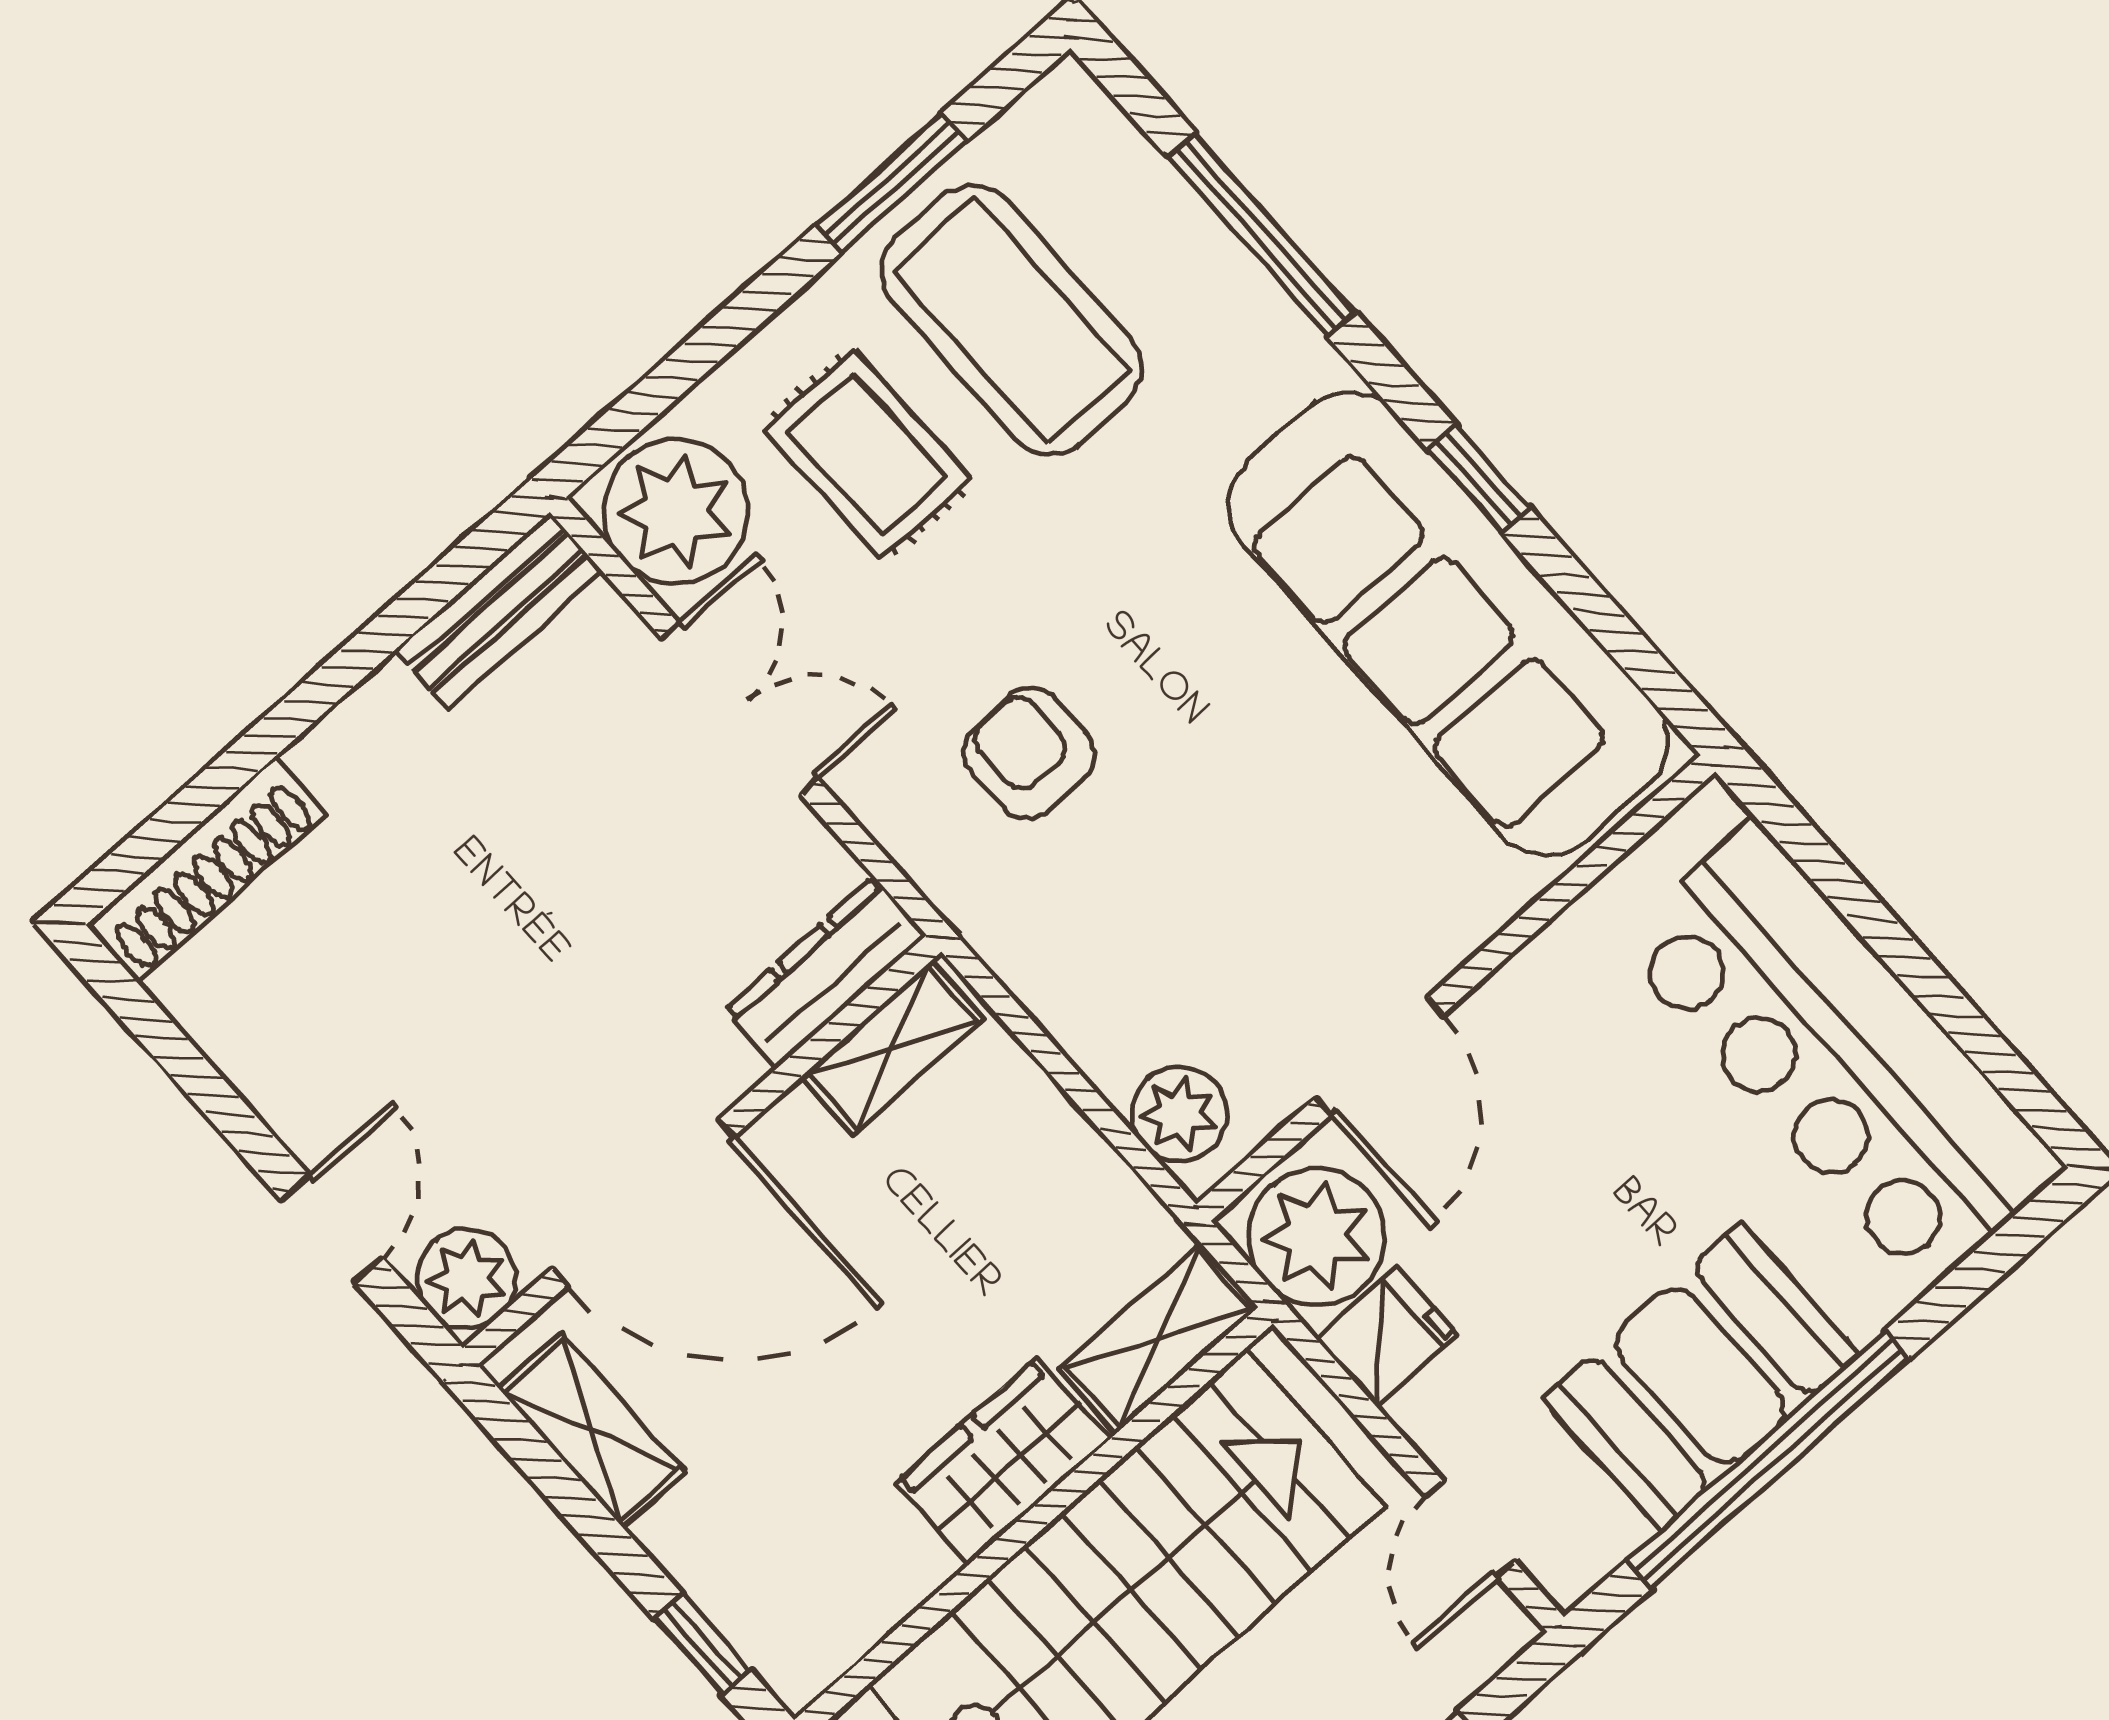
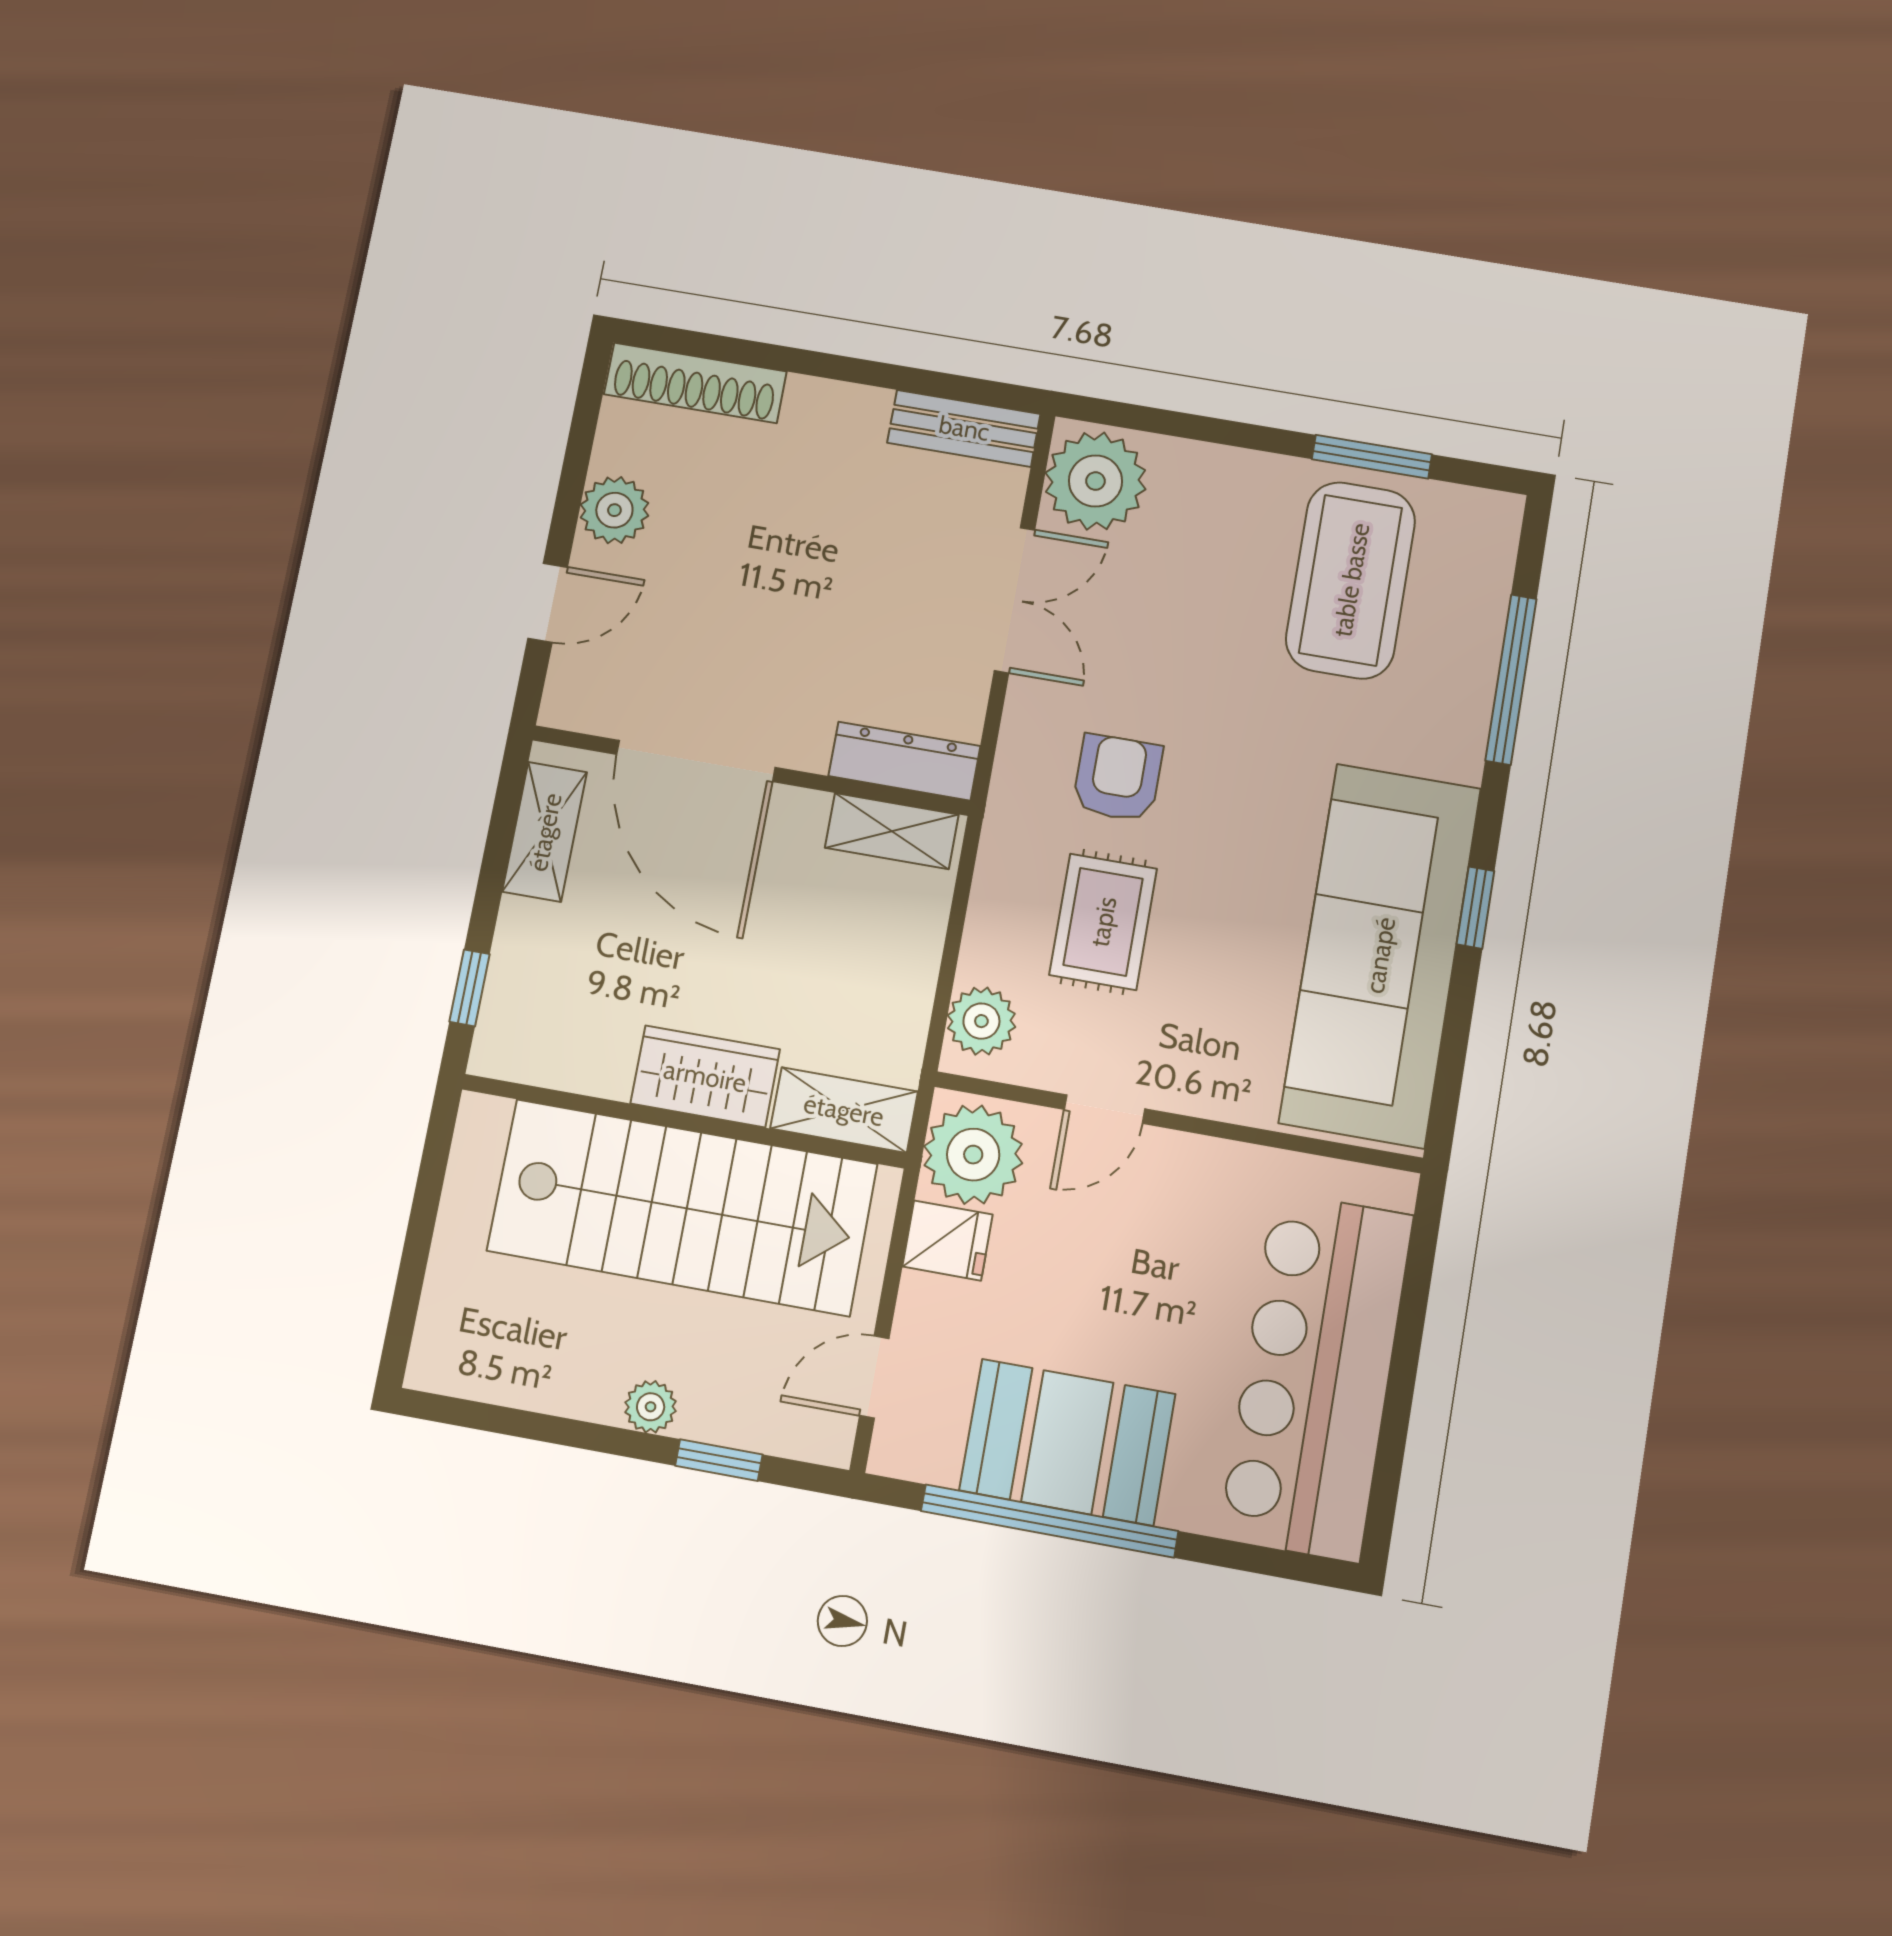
rug: (868, 454) -> (1103, 922), moved
door: (1379, 1056) -> (1104, 1109), width x0.73
plant: (467, 1279) -> (614, 510), moved

